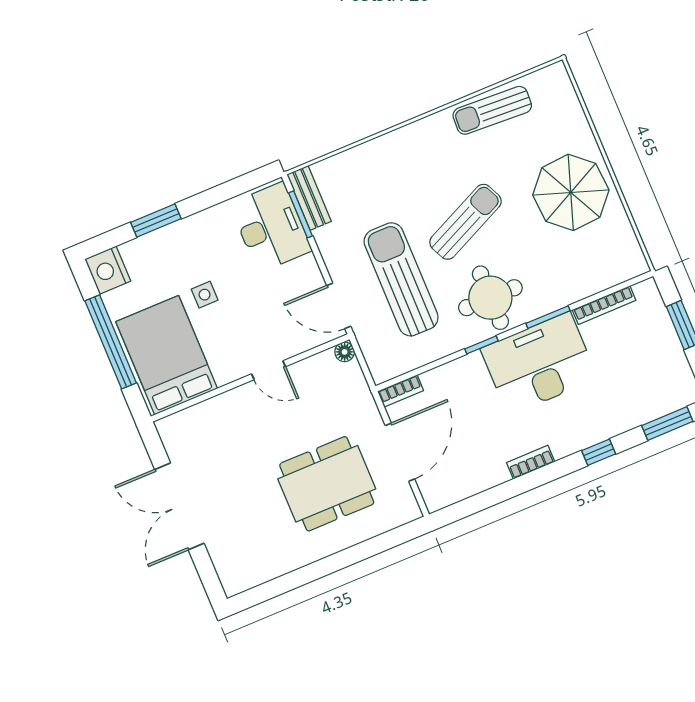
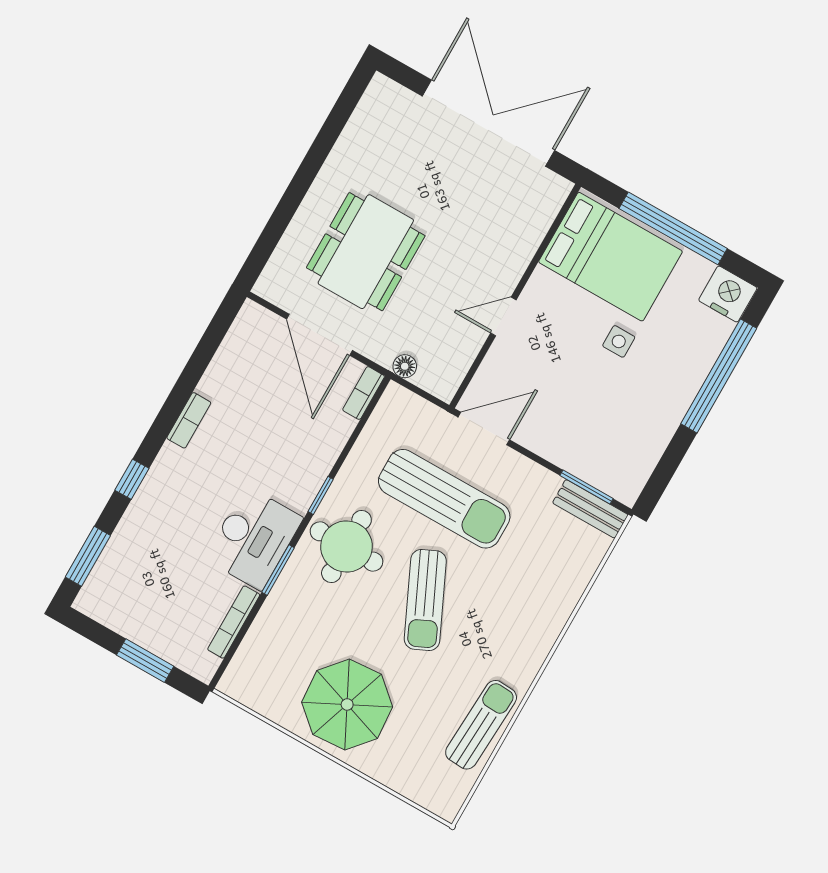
window: (156, 221) -> (719, 376), width x2.11
desk: (271, 227) -> (605, 453), removed
floor lamp: (345, 352) -> (405, 366), moved
desk: (539, 364) -> (254, 538), width x0.73, depth x0.77
double door: (179, 506) -> (488, 123), width x1.36

